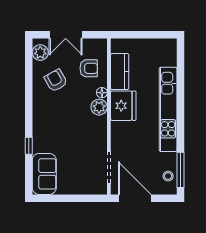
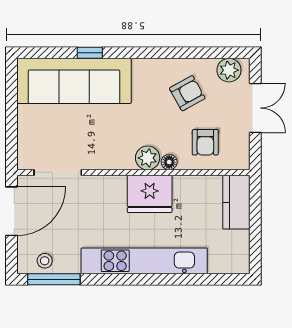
double door: (66, 35) -> (255, 108), swing flipped
kitchen counter: (120, 72) -> (236, 202), moved, turned 90
sofa: (44, 174) -> (74, 81), width x1.85, depth x1.27

